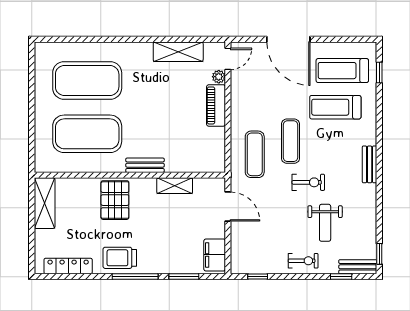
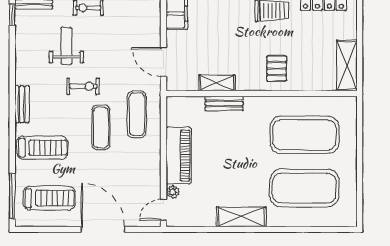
shelving: (178, 52) -> (241, 217), moved
window: (379, 73) -> (12, 196), width x2.17
piano: (216, 105) -> (178, 156), width x1.37, depth x1.33
treadmill: (335, 107) -> (42, 148), moved
bench: (145, 165) -> (224, 103), moved
exercise bike: (308, 182) -> (83, 86), turned 180
pallet: (115, 200) -> (277, 69), width x0.67, depth x0.71

